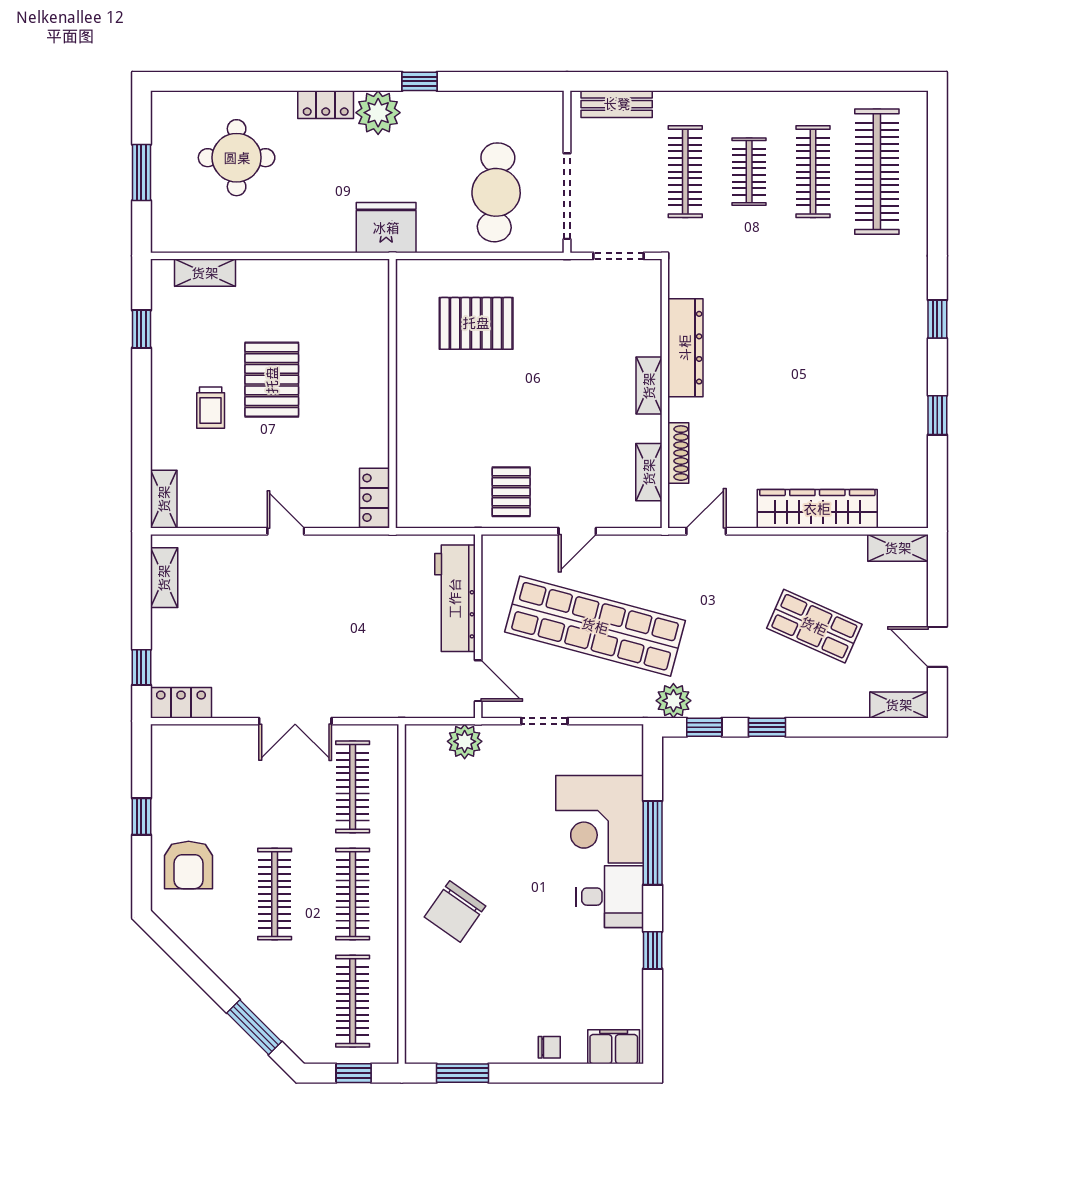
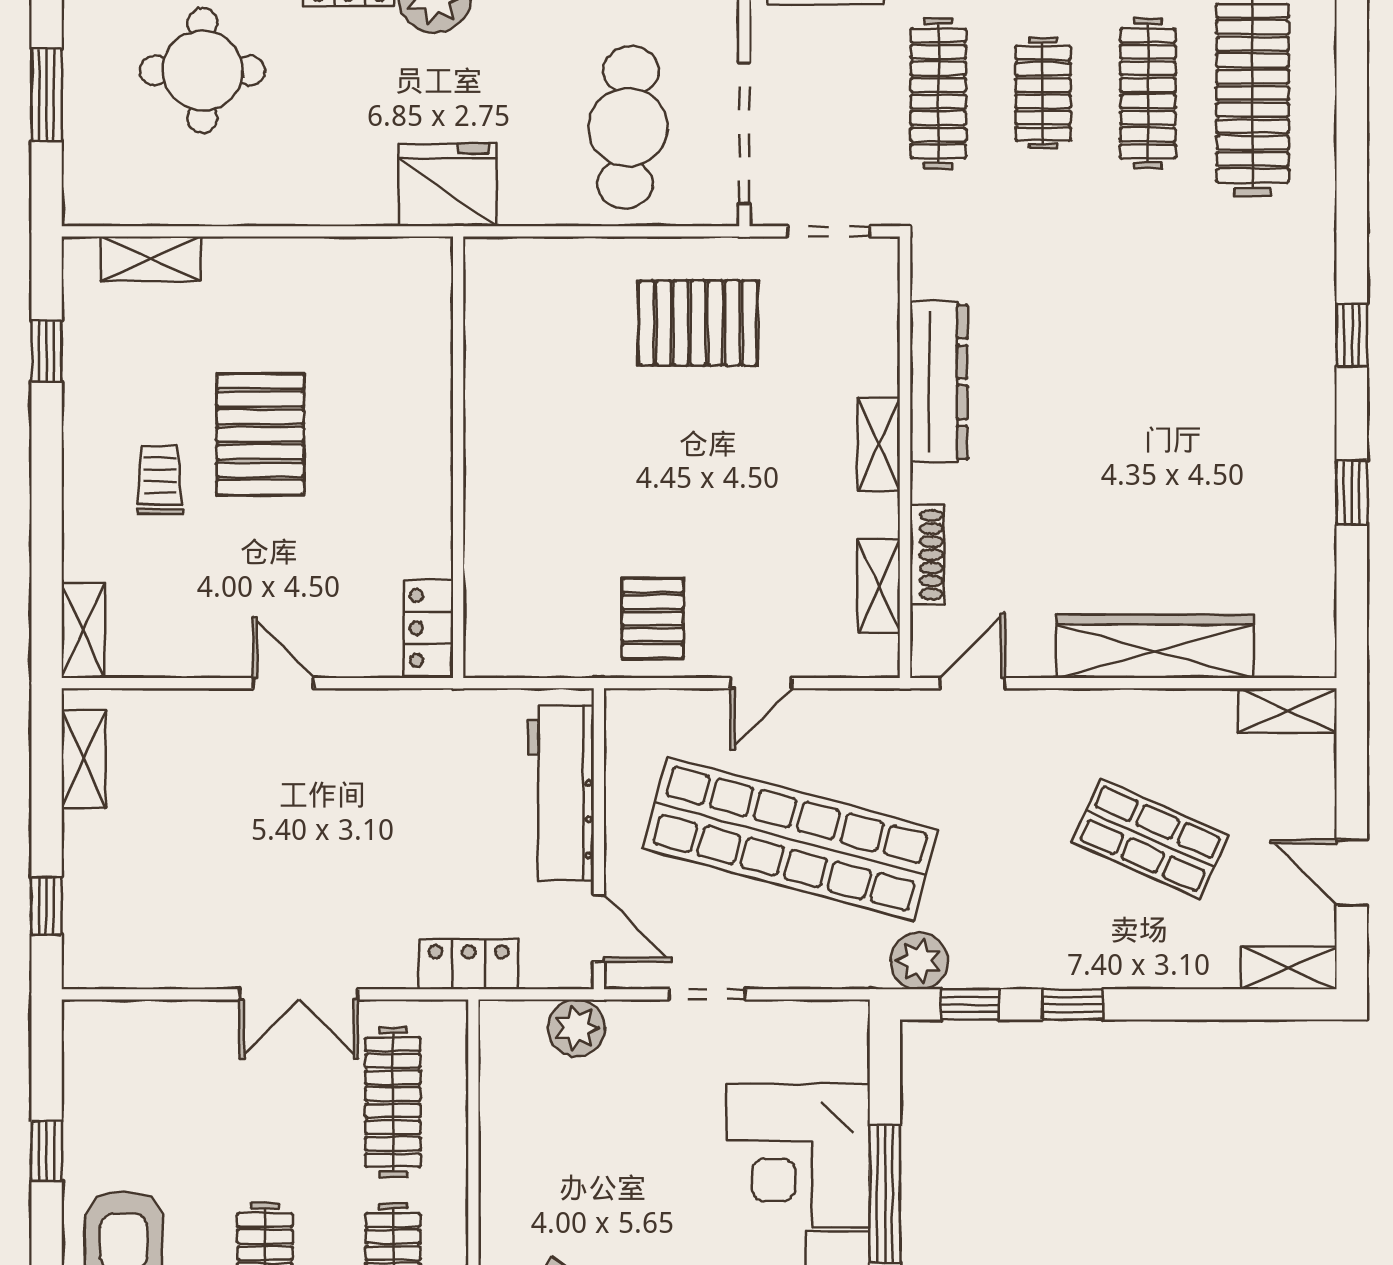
pallet: (476, 323) -> (698, 323), moved
trolley: (211, 408) -> (160, 480), turned 180
locker: (181, 703) -> (469, 964), moved

